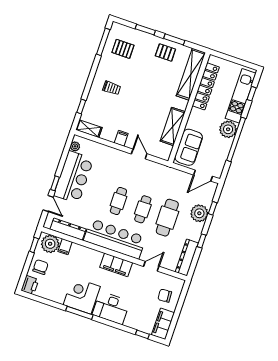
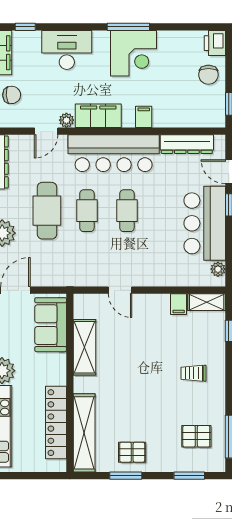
window: (145, 30) -> (189, 476), moved
filing cabinet: (121, 138) -> (179, 304), moved
plant: (50, 244) -> (66, 120), moved, width x0.53, depth x0.53
filing cabinet: (65, 247) -> (144, 117), moved
desk: (111, 308) -> (67, 50), moved

